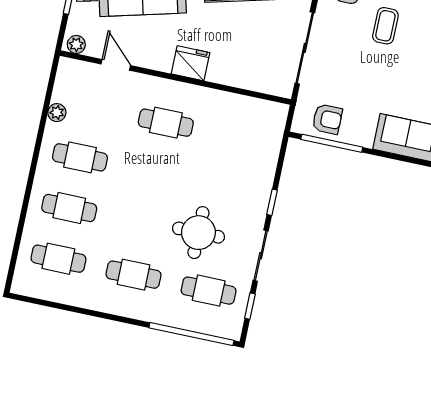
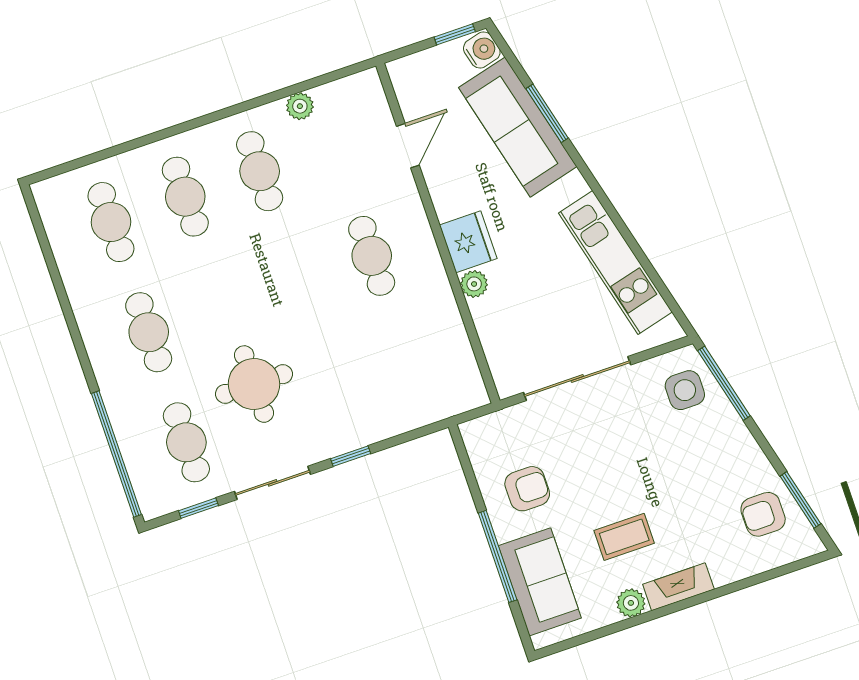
coffee table: (385, 26) -> (624, 537), moved
plant: (76, 44) -> (474, 284), moved
armchair: (327, 119) -> (527, 489), moved, turned -90
window: (332, 143) -> (498, 556), moved

